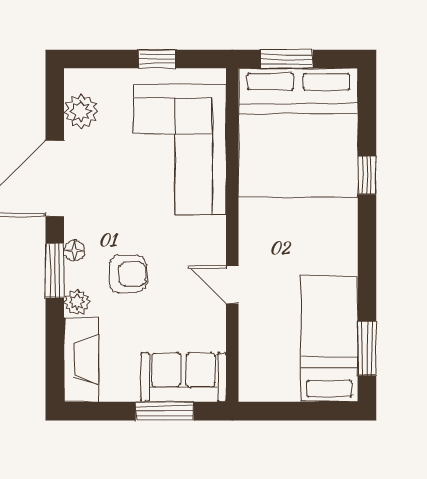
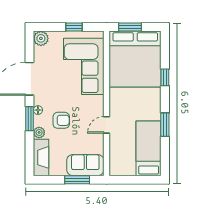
plant: (81, 111) -> (41, 38), moved
door: (232, 285) -> (107, 125), hinge flipped
window: (367, 348) -> (165, 125), moved

